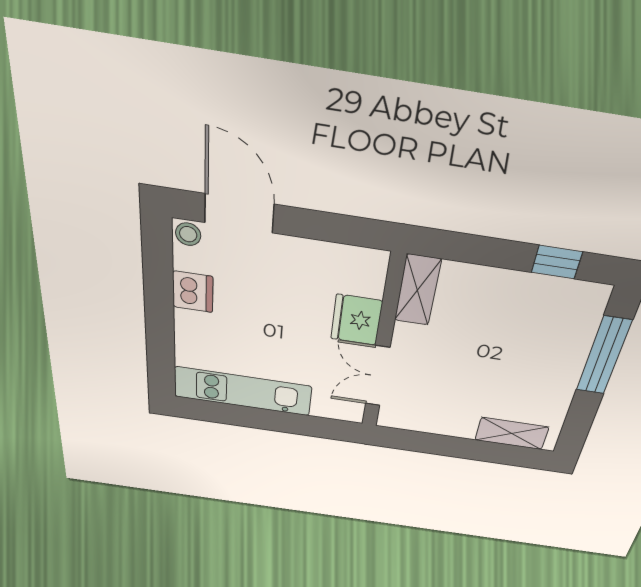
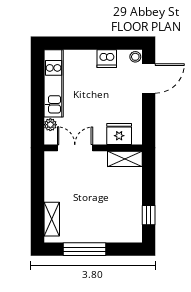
fridge: (357, 320) -> (119, 134), moved
window: (604, 356) -> (85, 249), moved
plant: (325, 408) -> (50, 125), added

